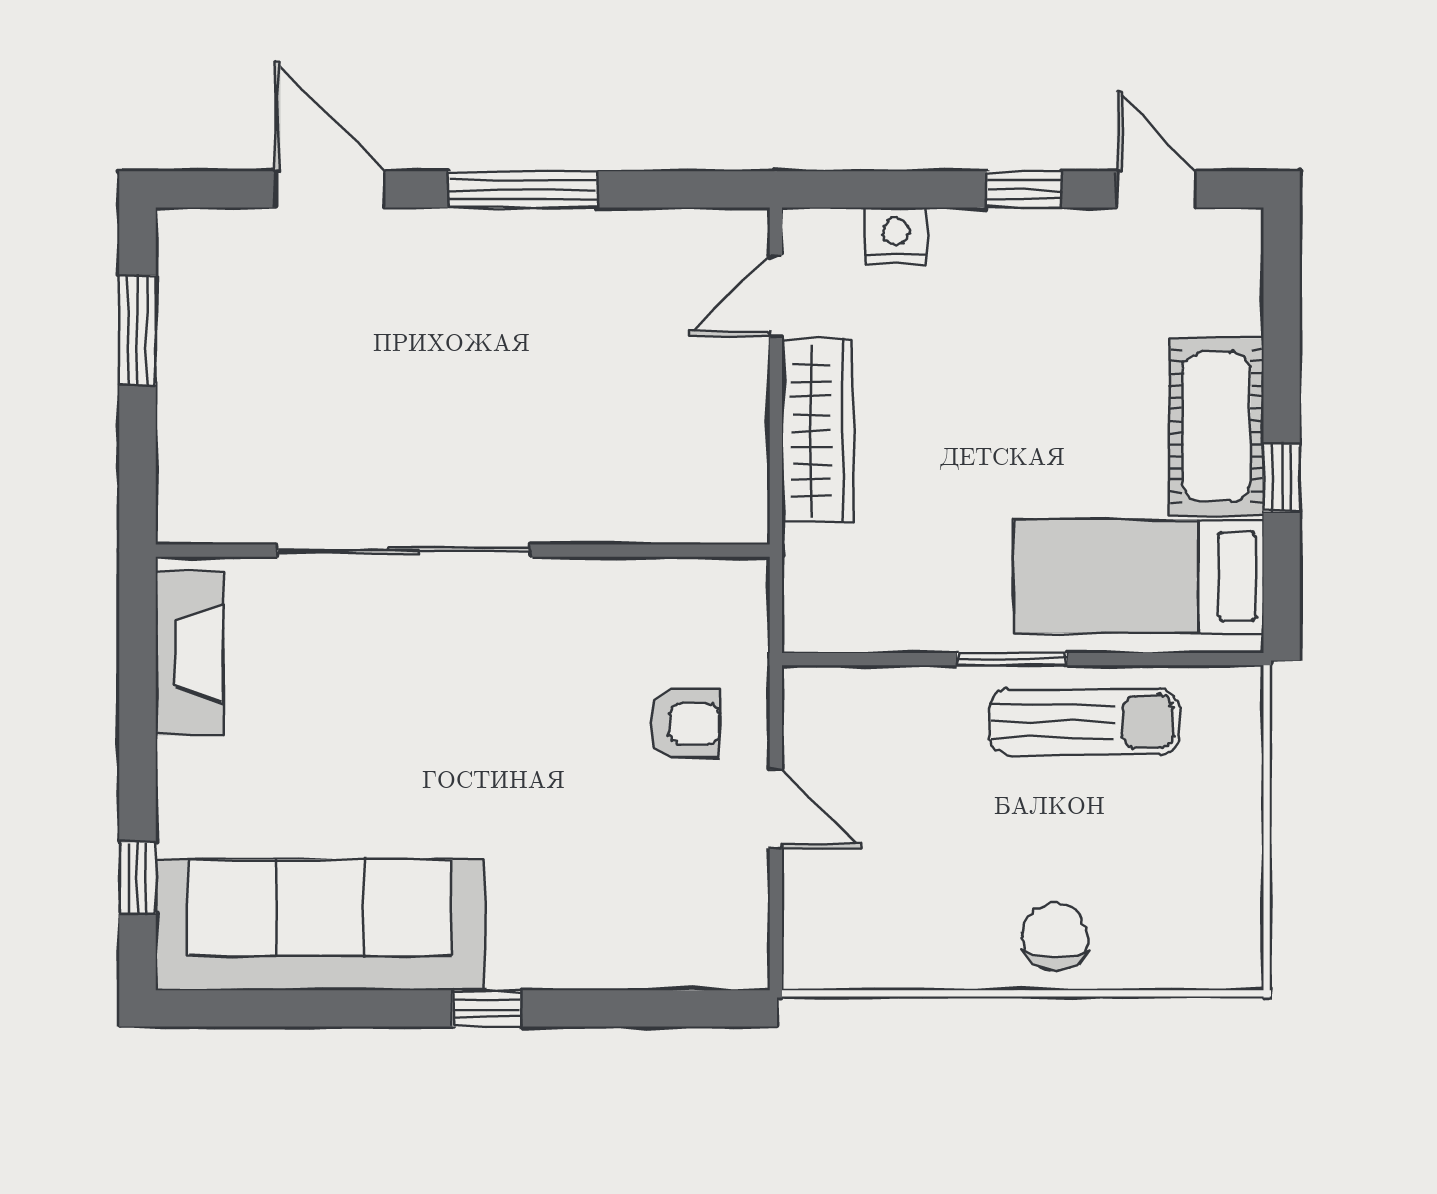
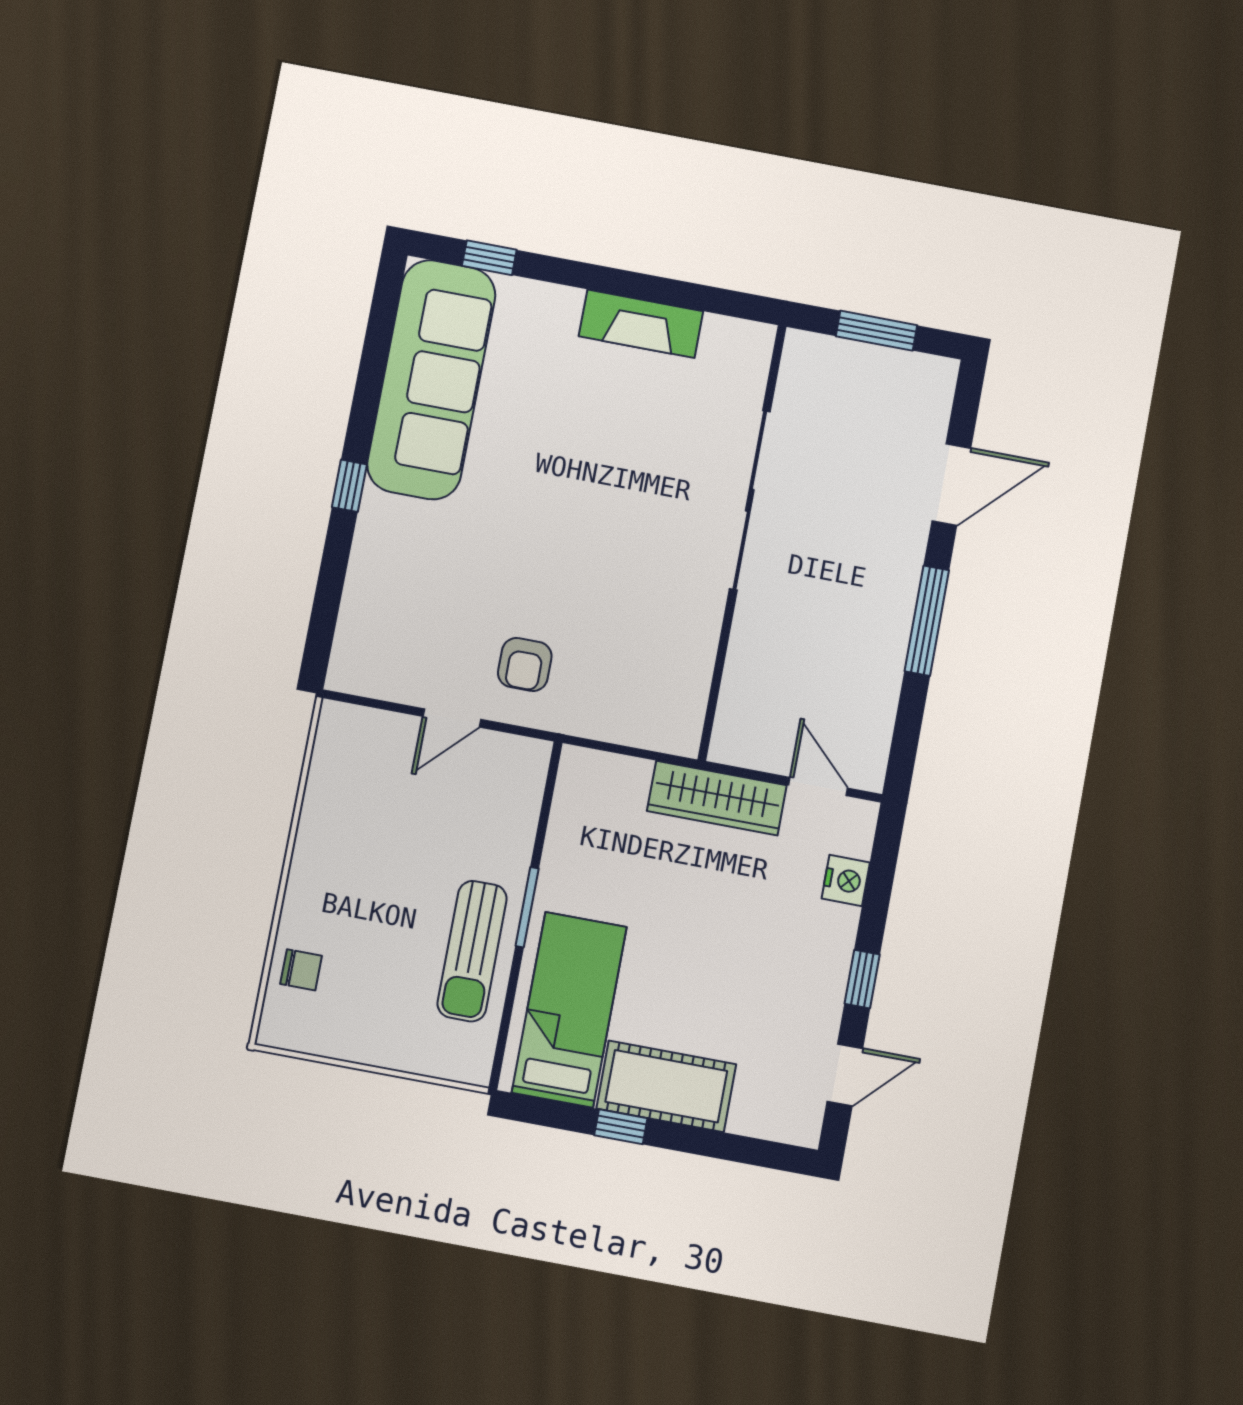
sliding door: (404, 551) -> (750, 500), moved
wall: (463, 551) -> (742, 542), moved
chair: (1055, 937) -> (301, 970), moved, width x0.73, depth x0.73

